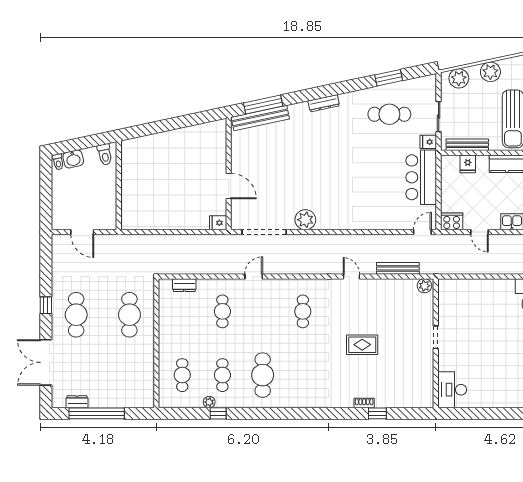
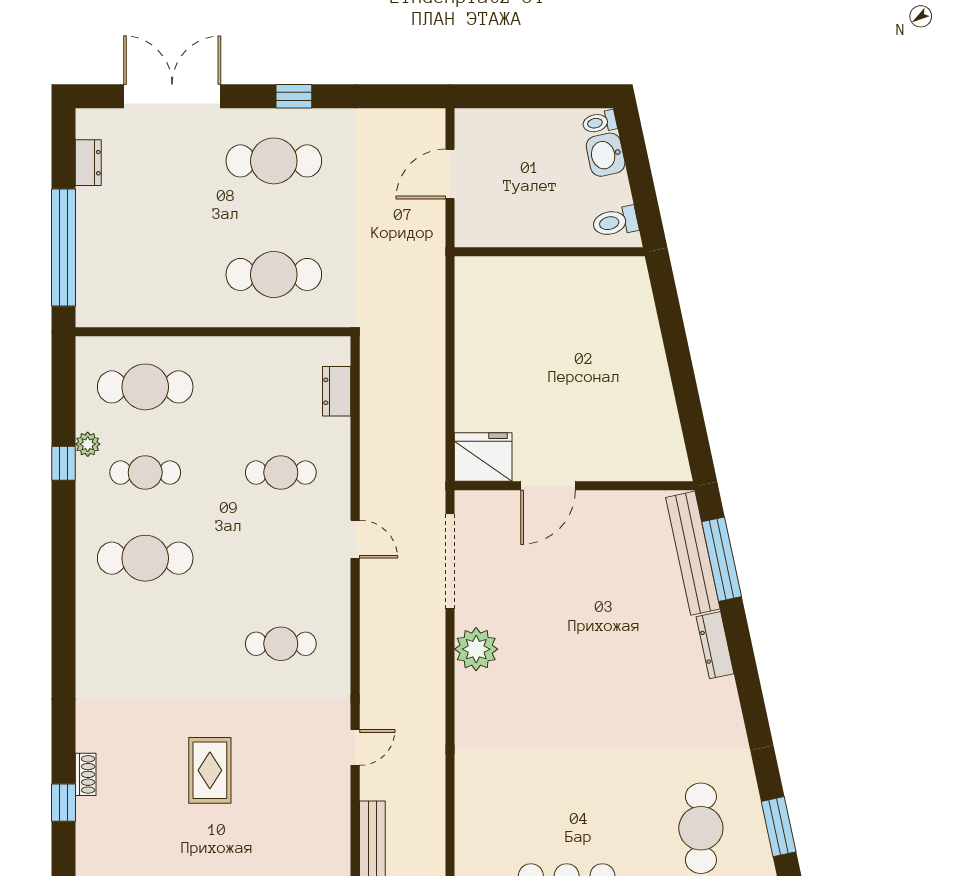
dresser: (324, 103) -> (715, 645), moved
fridge: (218, 223) -> (483, 457), width x1.88, depth x1.34
cafe table: (182, 375) -> (145, 387), width x1.37, depth x1.35
window: (97, 413) -> (63, 247), moved

